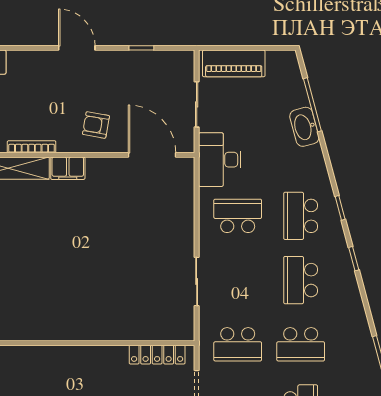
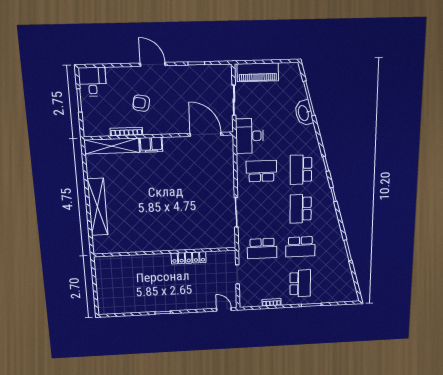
armchair: (96, 125) -> (141, 103), moved
locker: (157, 355) -> (189, 258), moved

